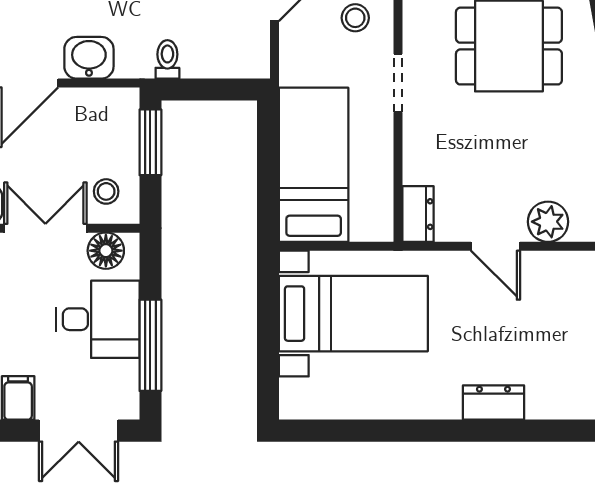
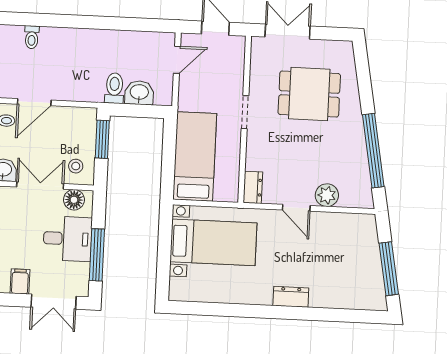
stool: (355, 18) -> (222, 74), removed
washbasin: (89, 58) -> (139, 93), moved
toilet: (167, 59) -> (114, 88), width x1.37, depth x1.39

